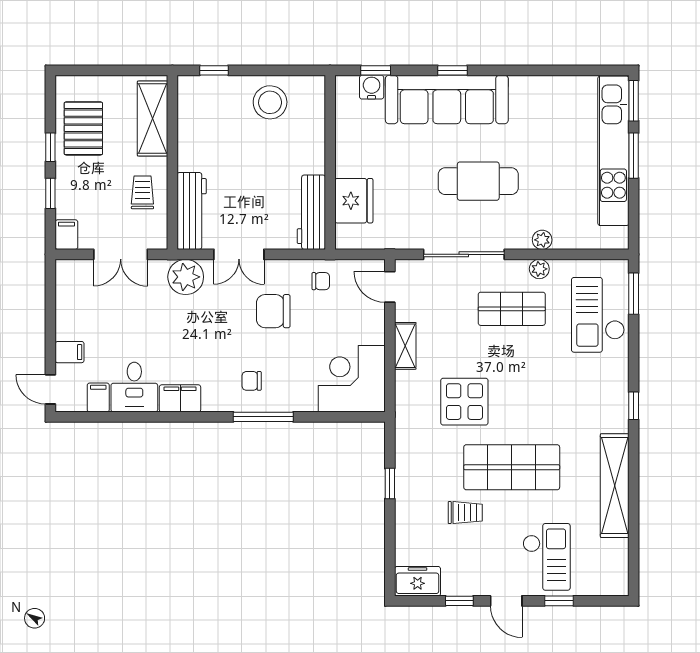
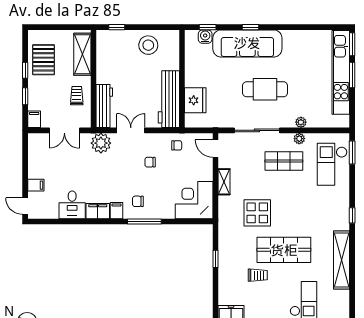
workbench: (311, 212) -> (169, 99), width x1.36, depth x1.32
double door: (239, 254) -> (131, 130), swing flipped
chair: (273, 311) -> (150, 162), width x0.54, depth x0.54
filing cabinet: (98, 397) -> (117, 211), moved

